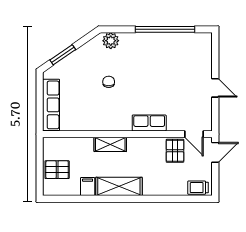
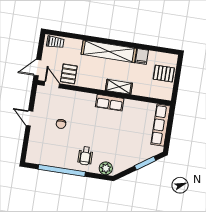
wheelchair: (138, 52) -> (85, 156), added
chair: (109, 82) -> (61, 124), moved
row of seats: (149, 123) -> (110, 103), moved
shelving: (119, 186) -> (109, 51), width x1.47

